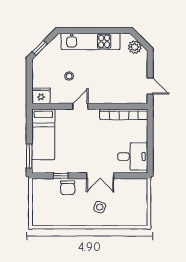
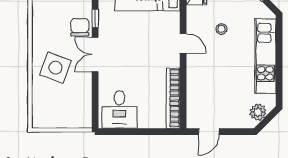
double door: (100, 176) -> (95, 55), moved
chair: (68, 188) -> (80, 27), turned 90
side table: (100, 207) -> (55, 68), width x1.87, depth x1.87

